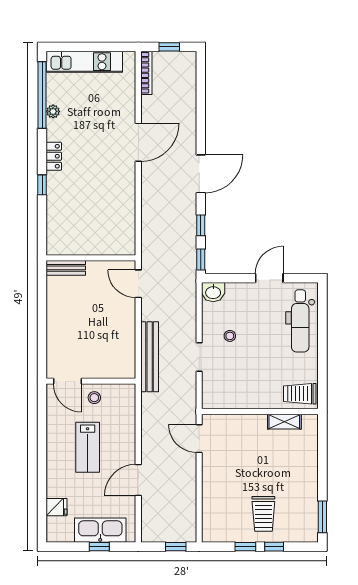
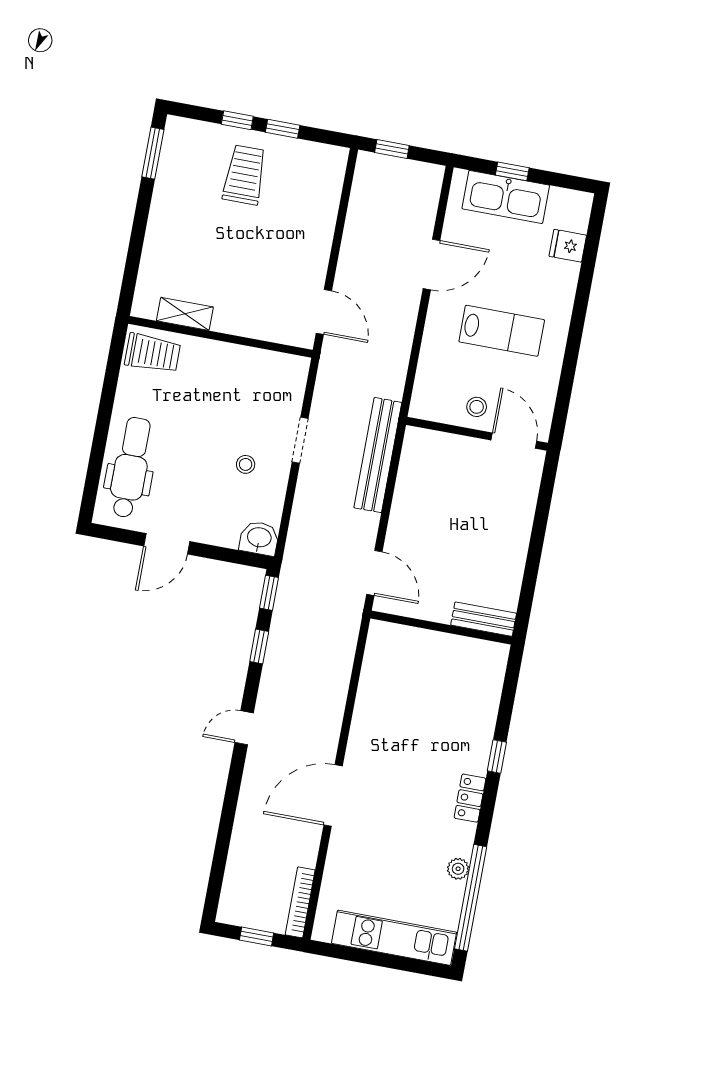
door: (201, 174) -> (244, 728), width x0.53
lab bench: (88, 447) -> (502, 331), turned 90

